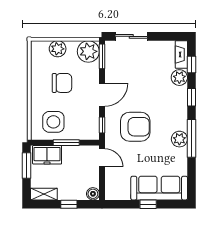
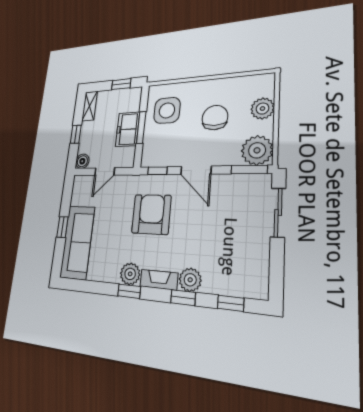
fireplace: (181, 54) -> (159, 280), moved
plant: (179, 78) -> (190, 280), moved
chair: (62, 83) -> (215, 117), turned 180
armchair: (135, 127) -> (151, 214), turned 180
window: (192, 138) -> (129, 291), width x0.46
freezer: (47, 155) -> (127, 129), moved
door: (102, 158) -> (105, 172), moved
window: (26, 166) -> (121, 84), width x0.67

